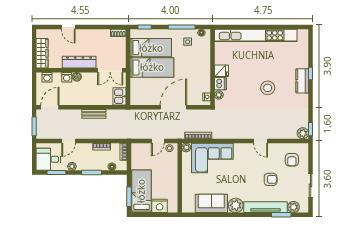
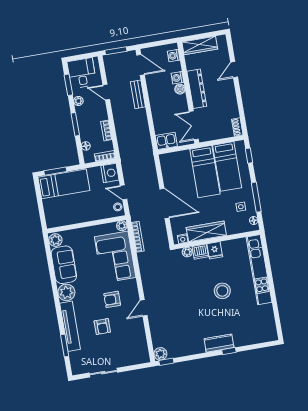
kitchen unit: (256, 35) -> (259, 270), width x0.73
wardrobe: (204, 75) -> (206, 231), added
stool: (268, 88) -> (222, 291), moved
bench: (94, 114) -> (138, 94), moved
armchair: (292, 160) -> (112, 299), moved
nightstand: (160, 206) -> (110, 173), moved, turned 180
plant: (294, 207) -> (55, 240), moved

